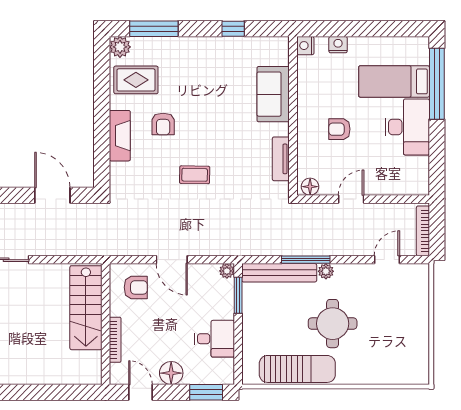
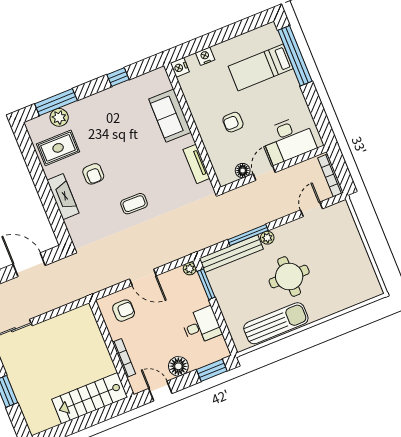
plant: (120, 47) -> (59, 117), moved
desk: (407, 127) -> (288, 140), moved, turned 90
floor lamp: (310, 187) -> (243, 171), moved
stairs: (86, 308) -> (90, 398), moved, turned 90

